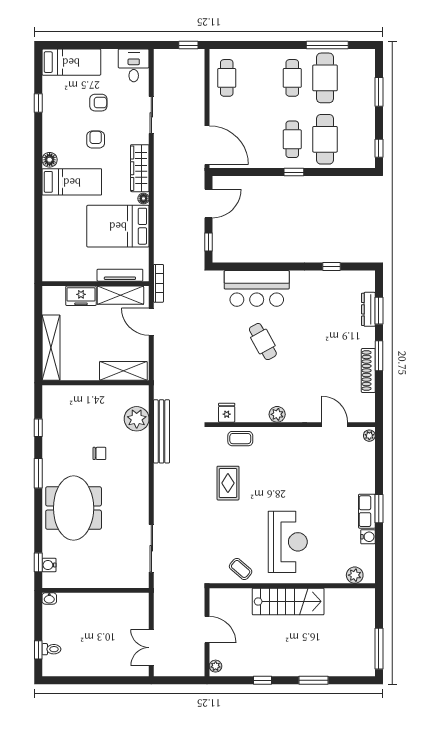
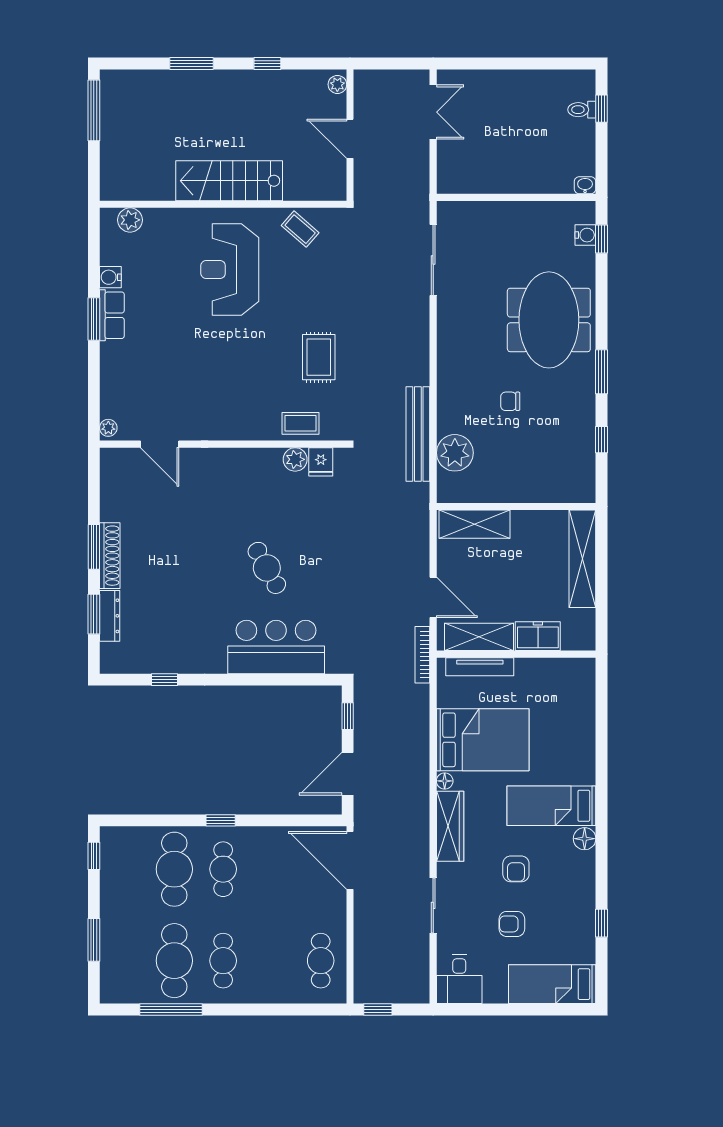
shoe rack: (368, 370) -> (110, 556), moved
plant: (277, 414) -> (295, 459), moved

